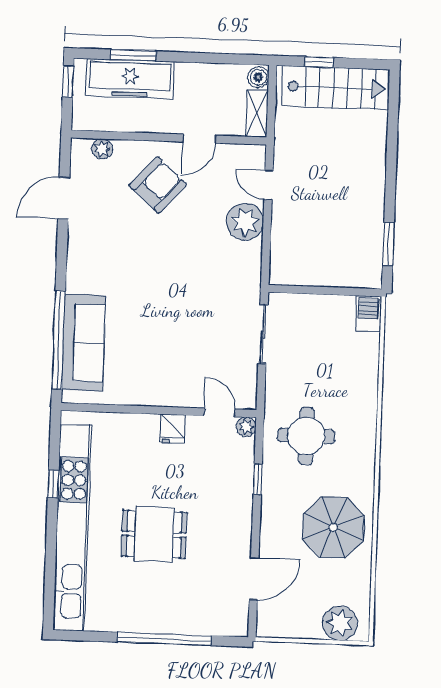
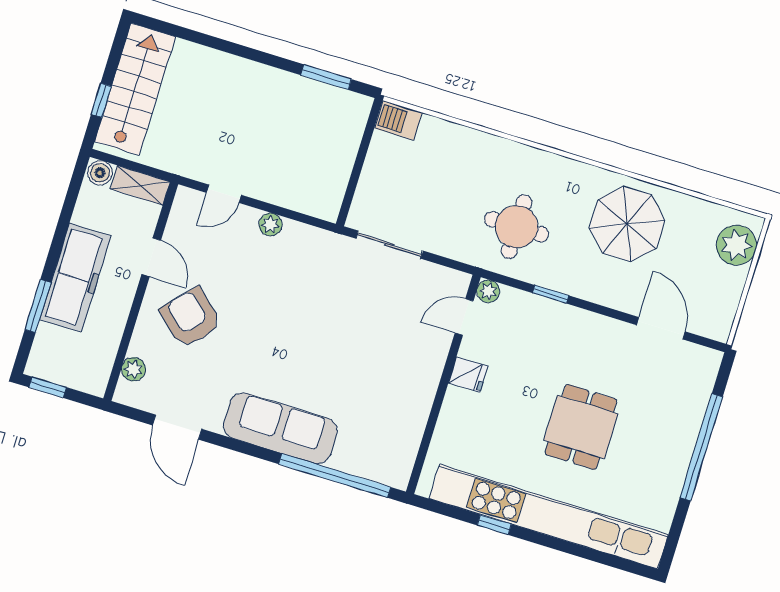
freezer: (130, 79) -> (75, 278), moved
plant: (245, 222) -> (270, 224), width x0.53, depth x0.53
sofa: (84, 343) -> (280, 428), moved

